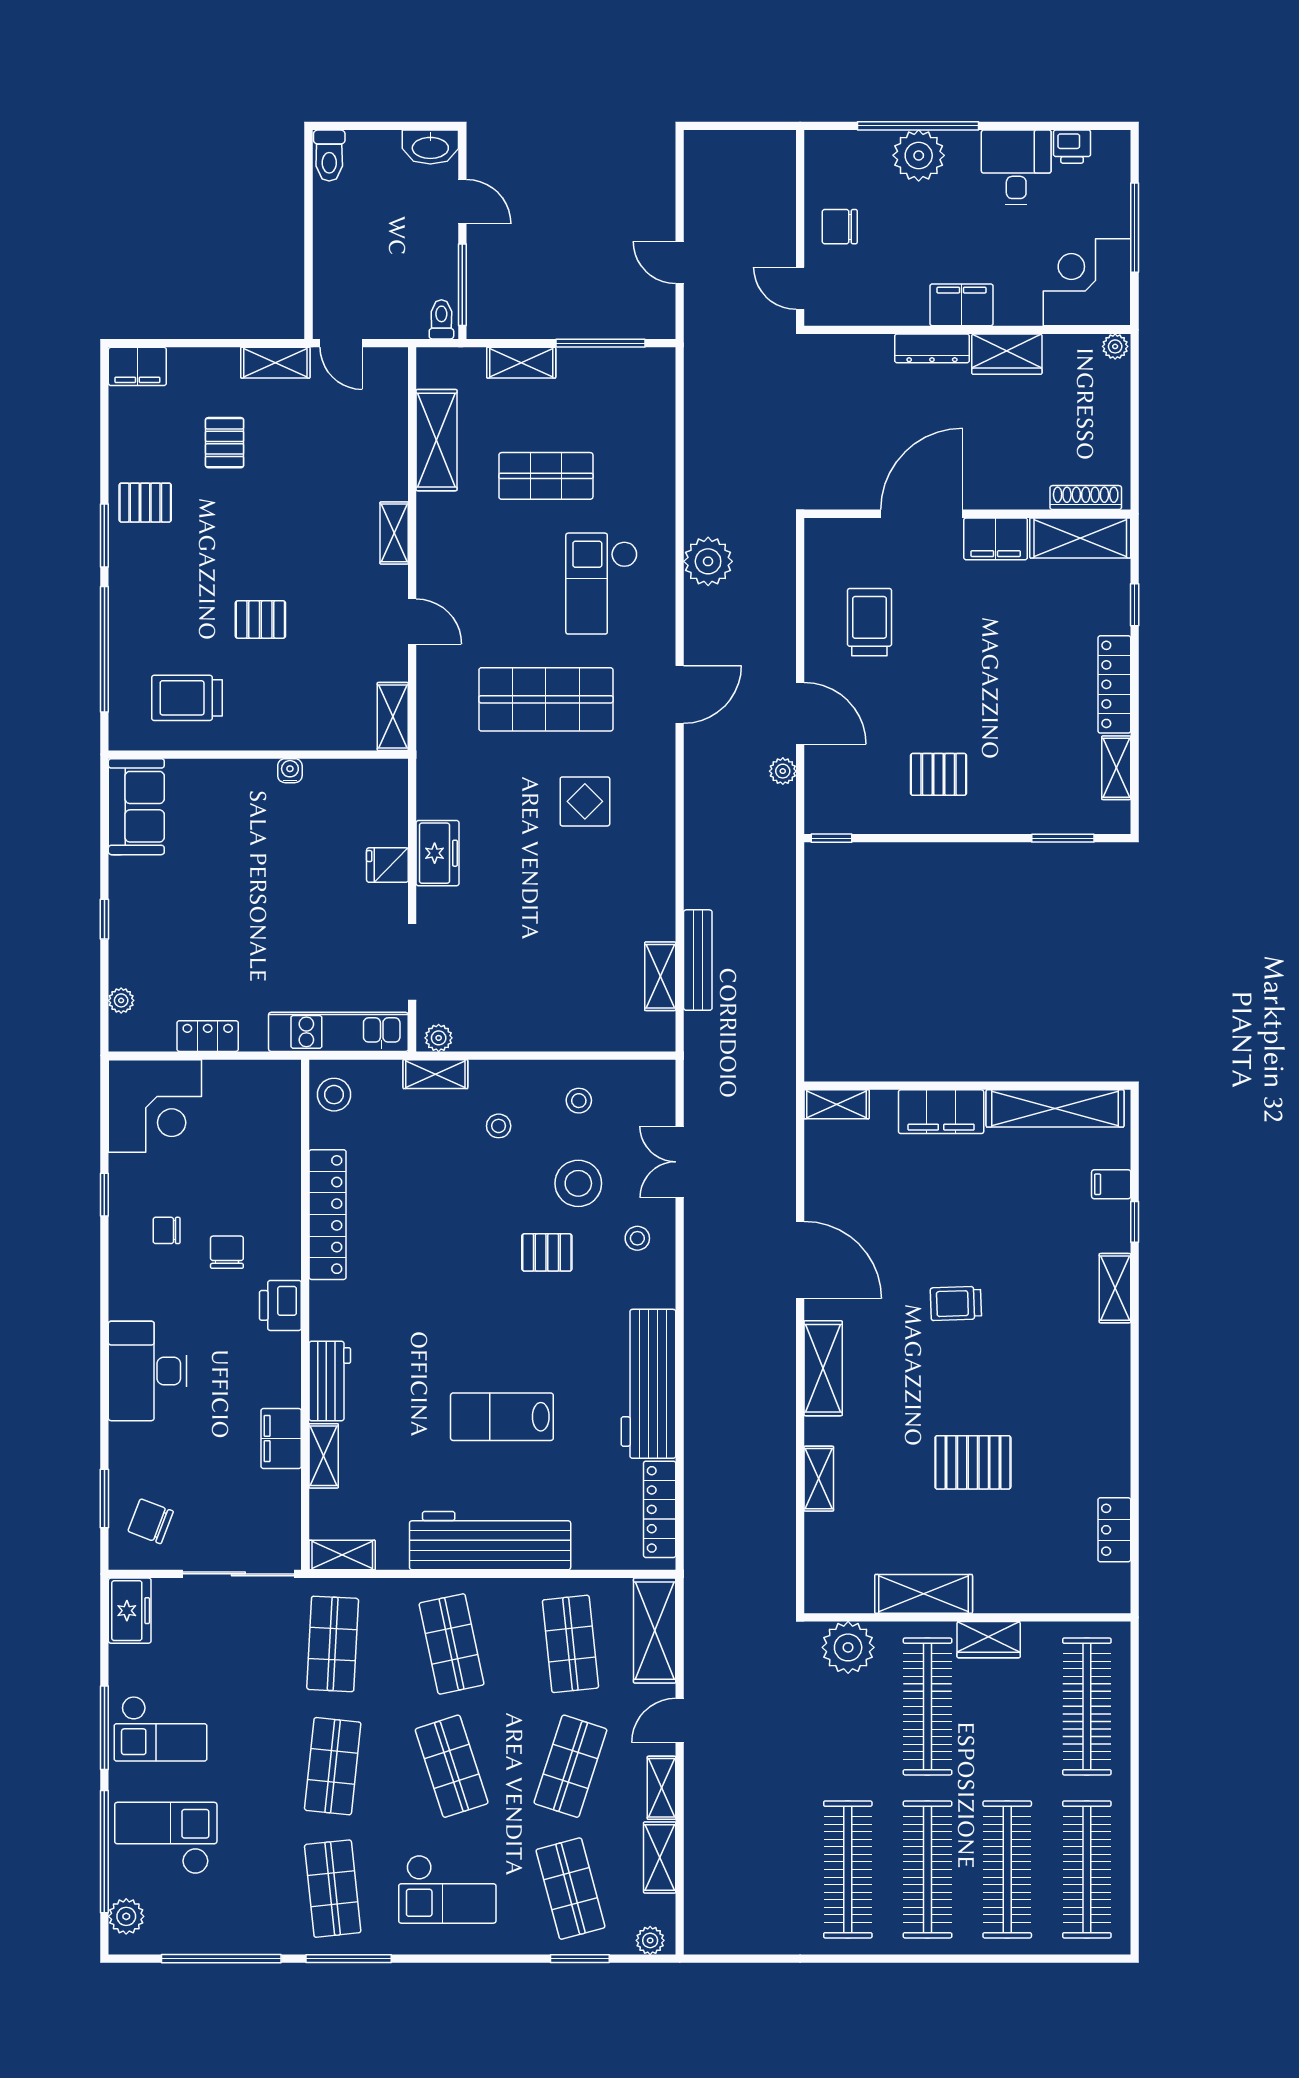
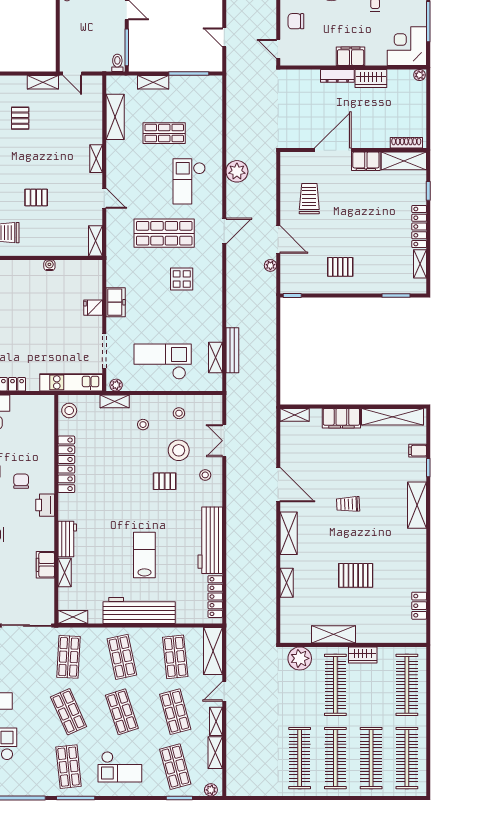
checkout: (542, 985) -> (163, 362), added
shelving: (1115, 1288) -> (417, 505), width x1.50, depth x1.33
lab bench: (502, 1417) -> (144, 555), turned 90
shop shelf: (333, 1766) -> (69, 712), turned -30
shop shelf: (570, 1766) -> (175, 712), turned -33

